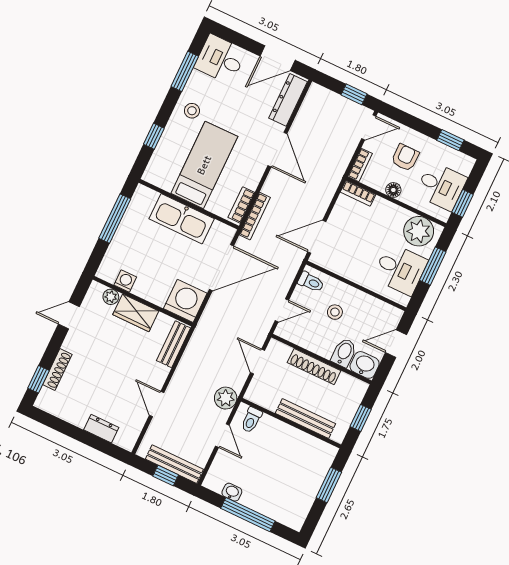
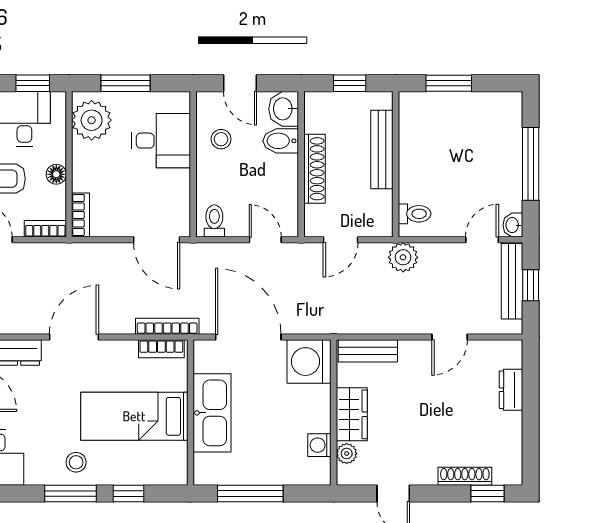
window: (185, 71) -> (70, 494), moved
desk: (400, 269) -> (161, 141), moved, turned 90
stool: (335, 312) -> (221, 139), moved
door: (222, 436) -> (482, 240), moved
washbasin: (232, 492) -> (513, 225), moved

